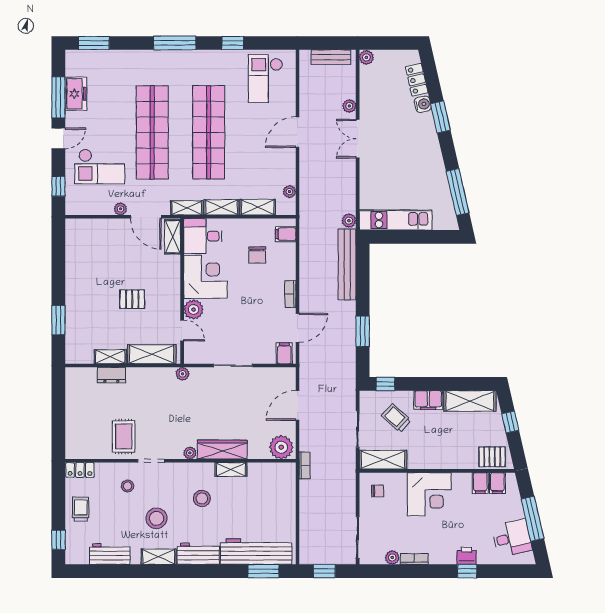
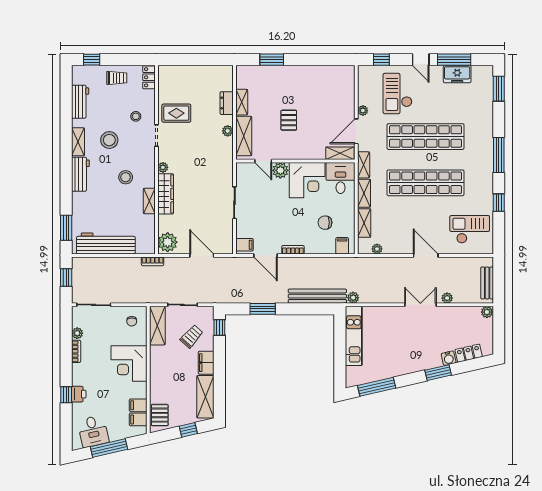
door: (182, 330) -> (263, 161), hinge flipped
plant: (182, 374) -> (228, 131), moved
workbench: (256, 551) -> (106, 243), moved, turned -90

